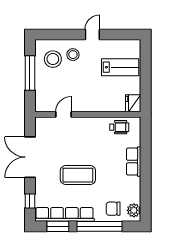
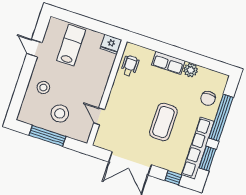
door: (92, 34) -> (34, 48), moved
stool: (53, 59) -> (60, 113), moved
plant: (134, 210) -> (191, 70), moved

